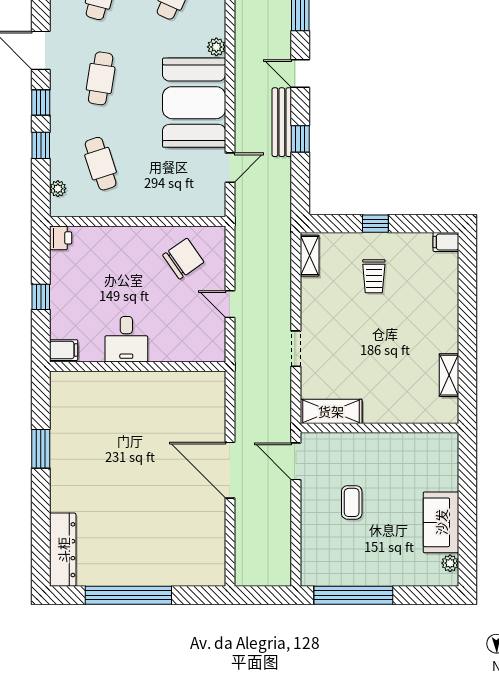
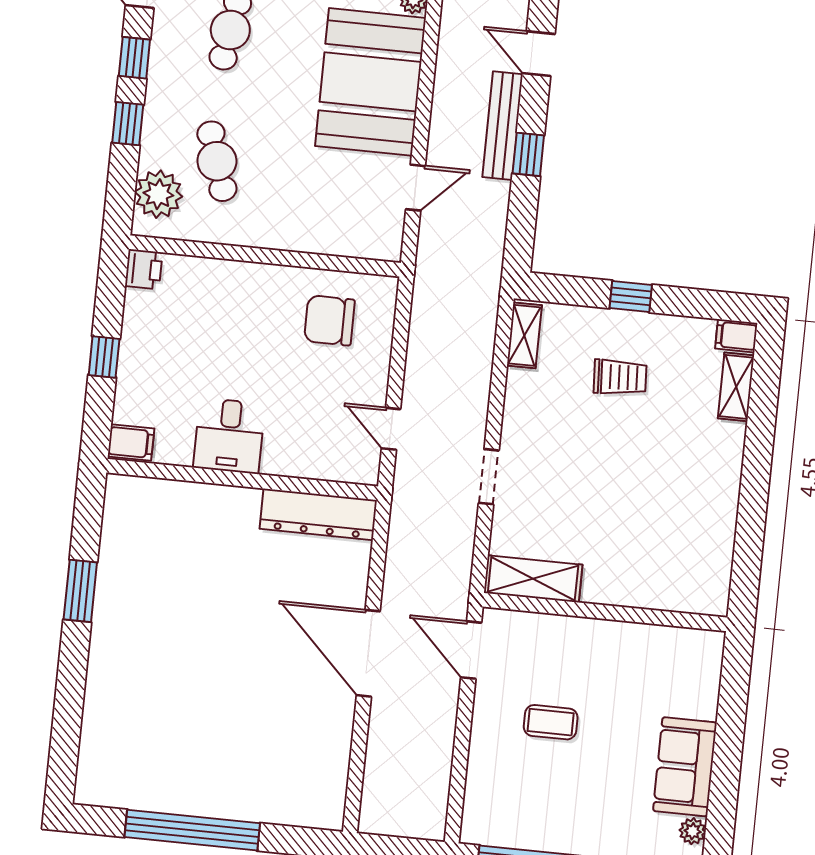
plant: (58, 189) -> (158, 194), width x1.88, depth x1.88
chair: (183, 259) -> (329, 320), turned -145
trolley: (374, 276) -> (620, 377), turned -93
door: (230, 304) -> (391, 429), moved
shelving: (449, 375) -> (736, 387), moved
coffee table: (352, 502) -> (551, 722), turned 90
dresser: (63, 550) -> (318, 514), moved, turned 90

